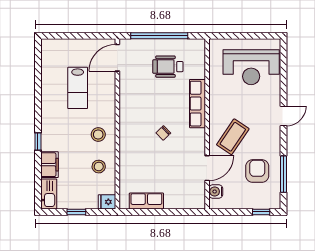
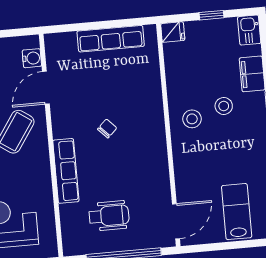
lab bench: (78, 88) -> (237, 212), moved
stool: (99, 167) -> (224, 106), moved
kitchen sink: (49, 194) -> (249, 30), width x0.73
row of seats: (146, 201) -> (111, 39), width x1.48

